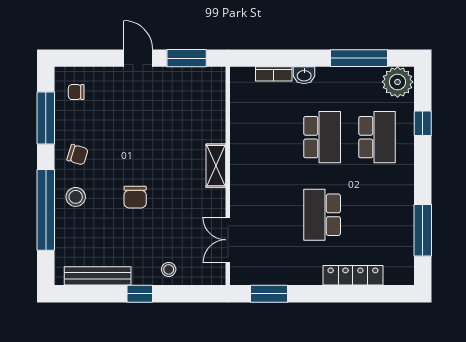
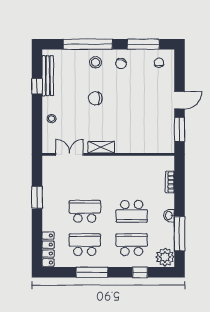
washbasin: (304, 75) -> (169, 216), moved
school desk: (377, 137) -> (132, 245), turned 180
shelving: (216, 166) -> (101, 147), moved
school desk: (377, 215) -> (85, 245), added
window: (423, 230) -> (92, 272), moved
locker: (353, 275) -> (48, 249), moved
window: (140, 294) -> (37, 86), moved
window: (269, 294) -> (37, 197), moved

